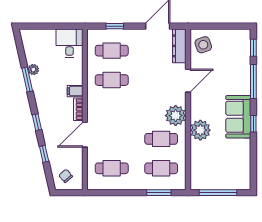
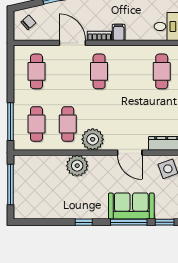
cafe table: (112, 80) -> (99, 71), moved
sofa: (238, 117) -> (131, 206), moved
window: (159, 193) -> (11, 122), width x1.44

